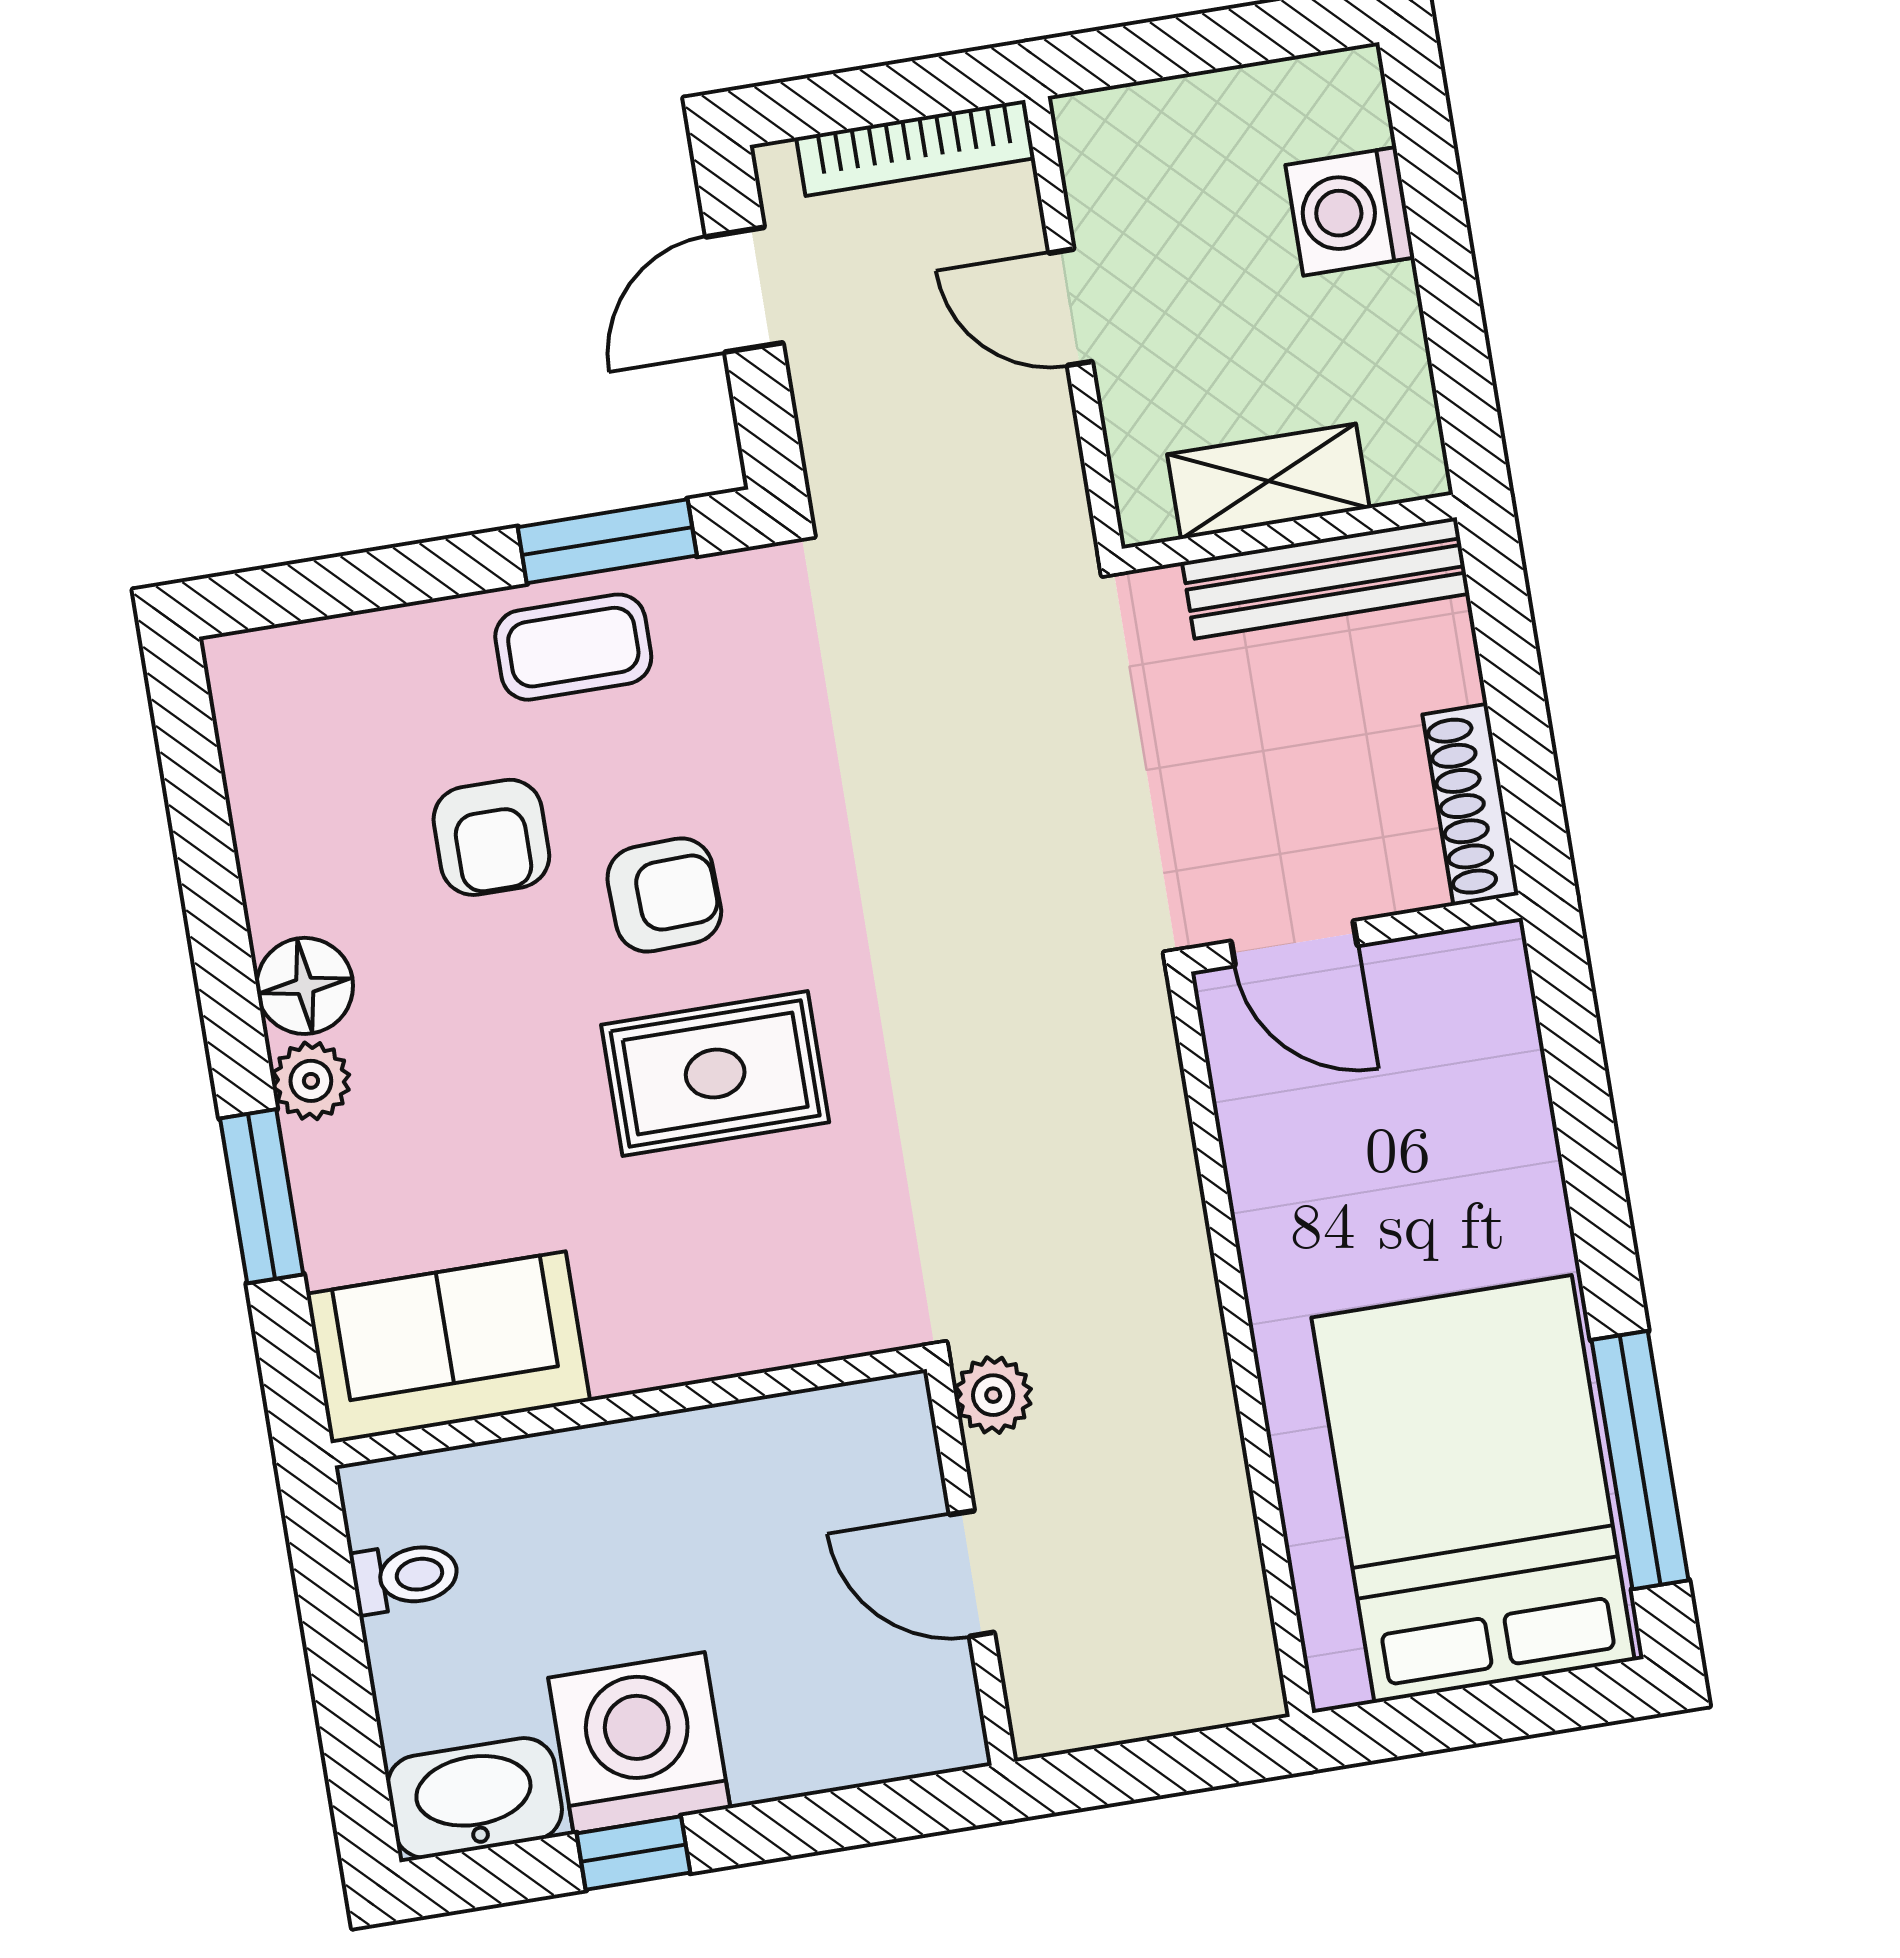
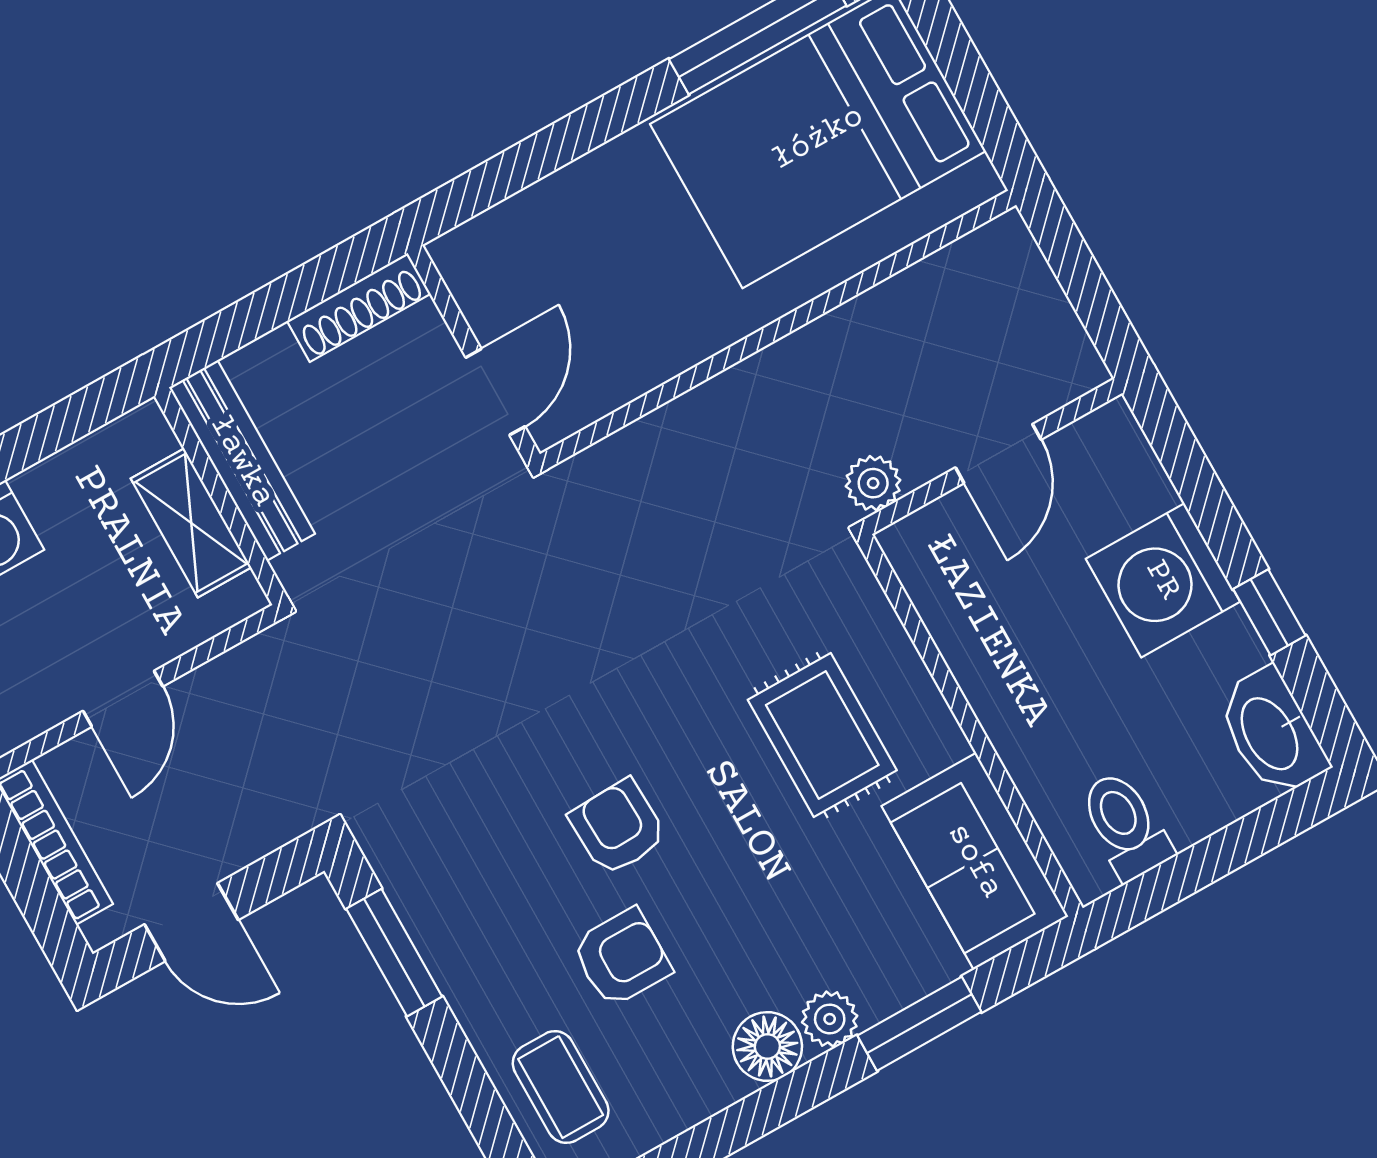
coffee table: (573, 647) -> (561, 1087), moved
rug: (715, 1073) -> (822, 735), moved
toilet: (405, 1577) -> (1125, 825), width x1.37, depth x1.39
washing machine: (639, 1743) -> (1163, 580), moved

